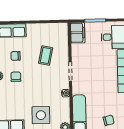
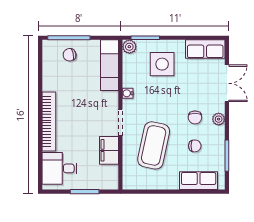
filing cabinet: (78, 33) -> (109, 150), moved
coffee table: (46, 56) -> (154, 145), width x1.86, depth x1.72

